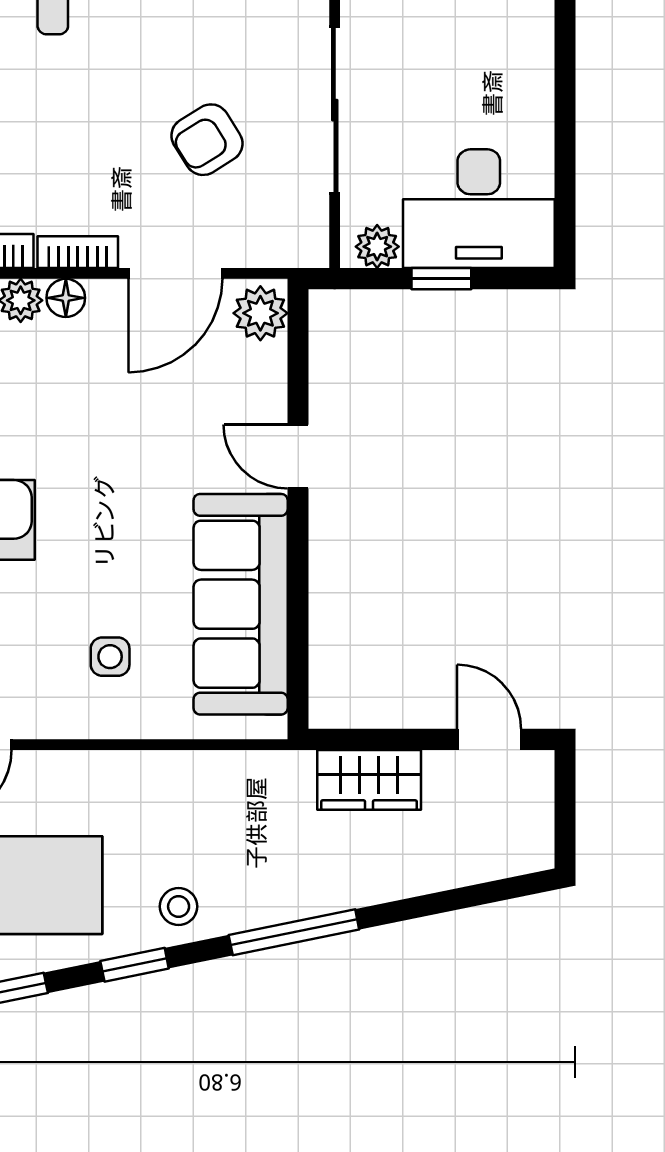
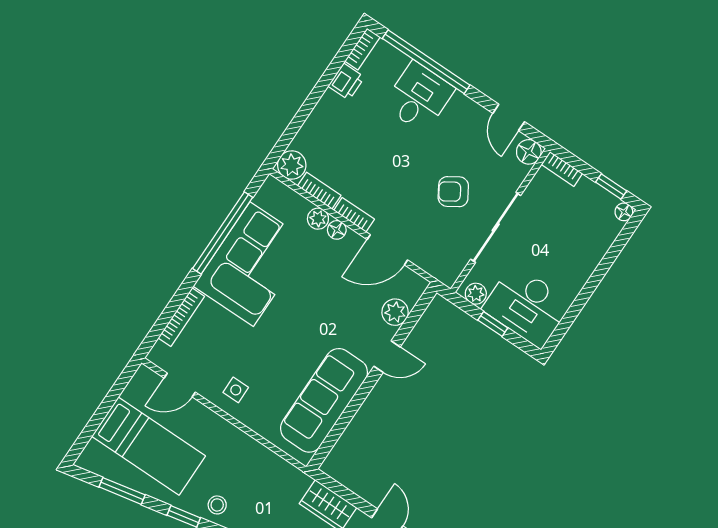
armchair: (207, 140) -> (453, 192), moved
plant: (260, 313) -> (395, 312), moved
door: (298, 457) -> (387, 357), swing flipped
side table: (110, 657) -> (236, 390), moved

